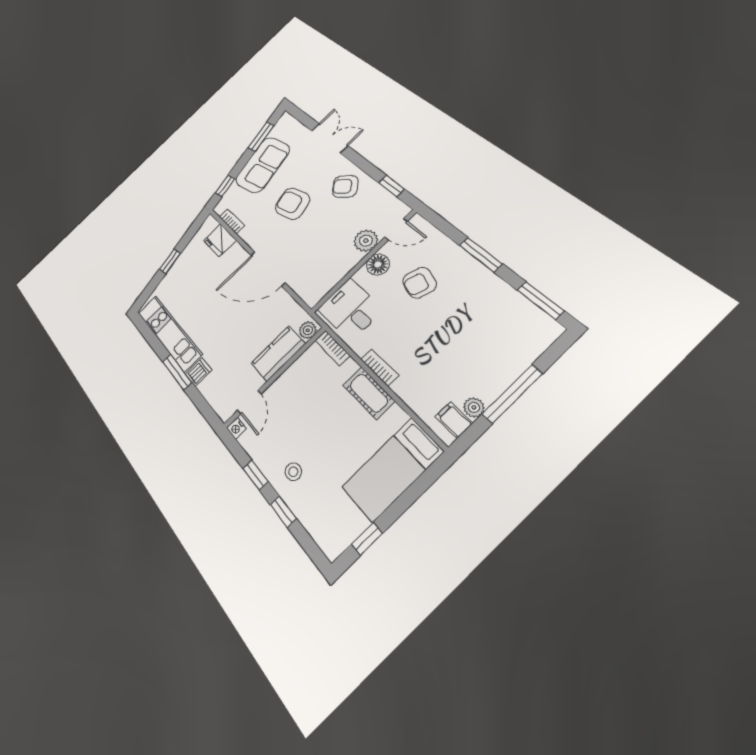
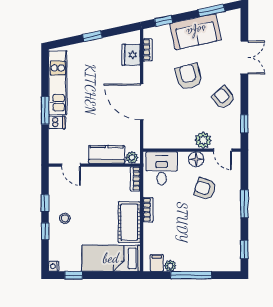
window: (540, 300) -> (244, 250), width x0.67
cot: (369, 393) -> (129, 222), width x1.37, depth x1.34
door: (249, 402) -> (71, 165), hinge flipped
nightstand: (236, 428) -> (54, 266), moved

